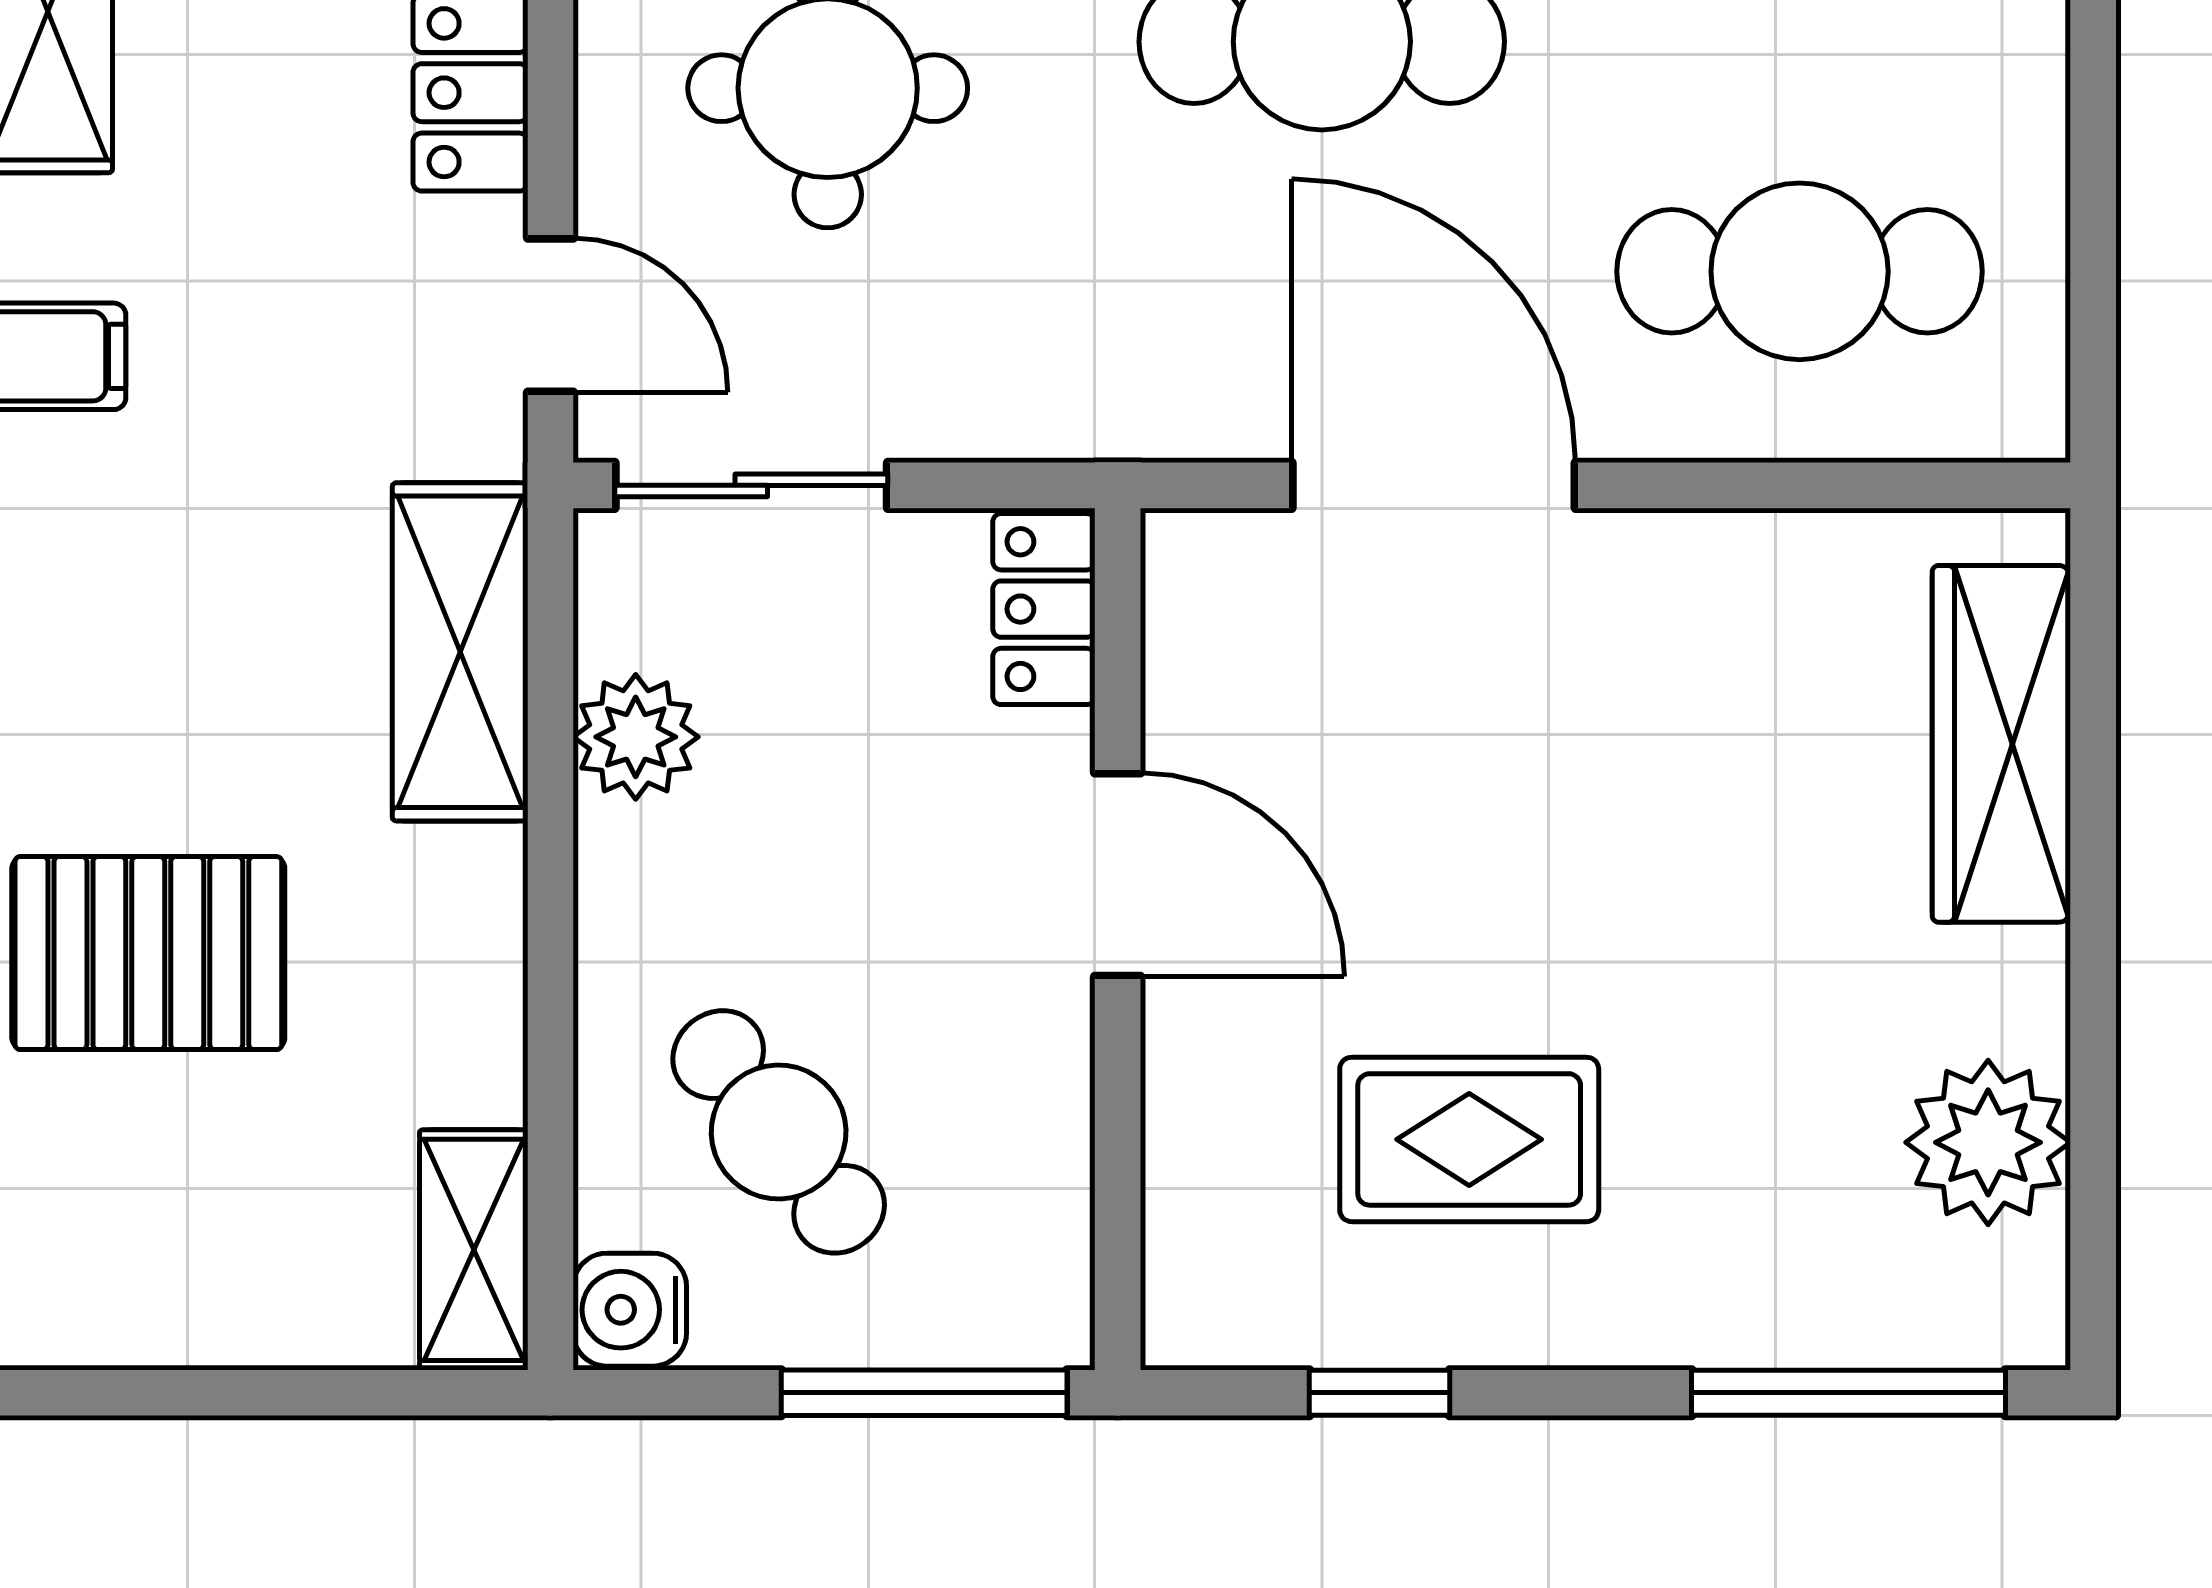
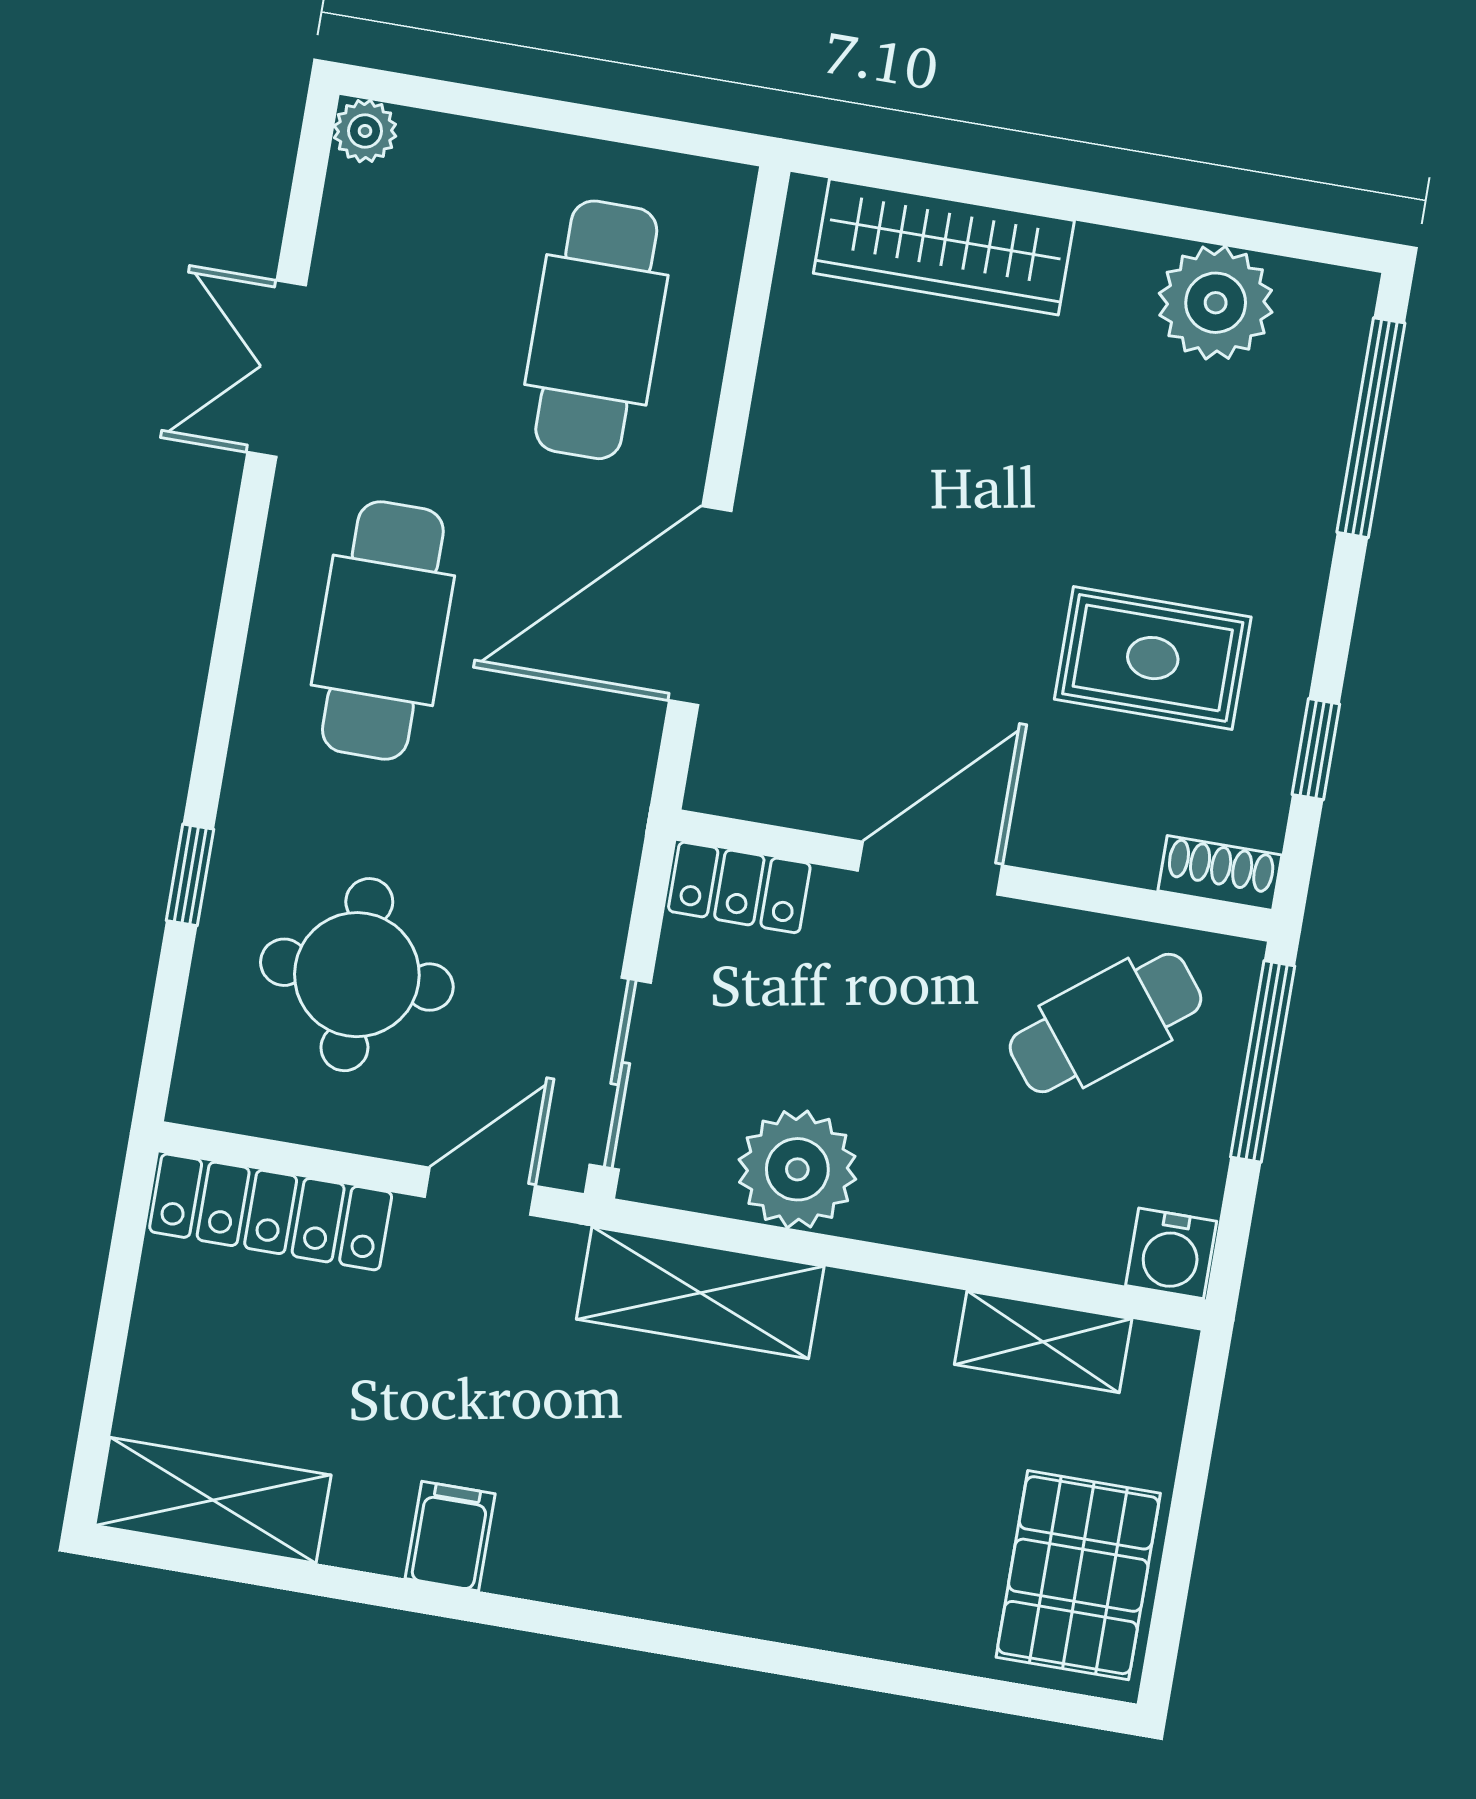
plant: (636, 737) -> (797, 1169), width x1.36, depth x1.36
pallet: (148, 953) -> (1078, 1575), moved
cafe table: (779, 1132) -> (1106, 1023), moved
rug: (1469, 1139) -> (1153, 658), turned 90
shelving: (474, 1250) -> (1043, 1342), moved
shoe rack: (1181, 1287) -> (1220, 873), added

